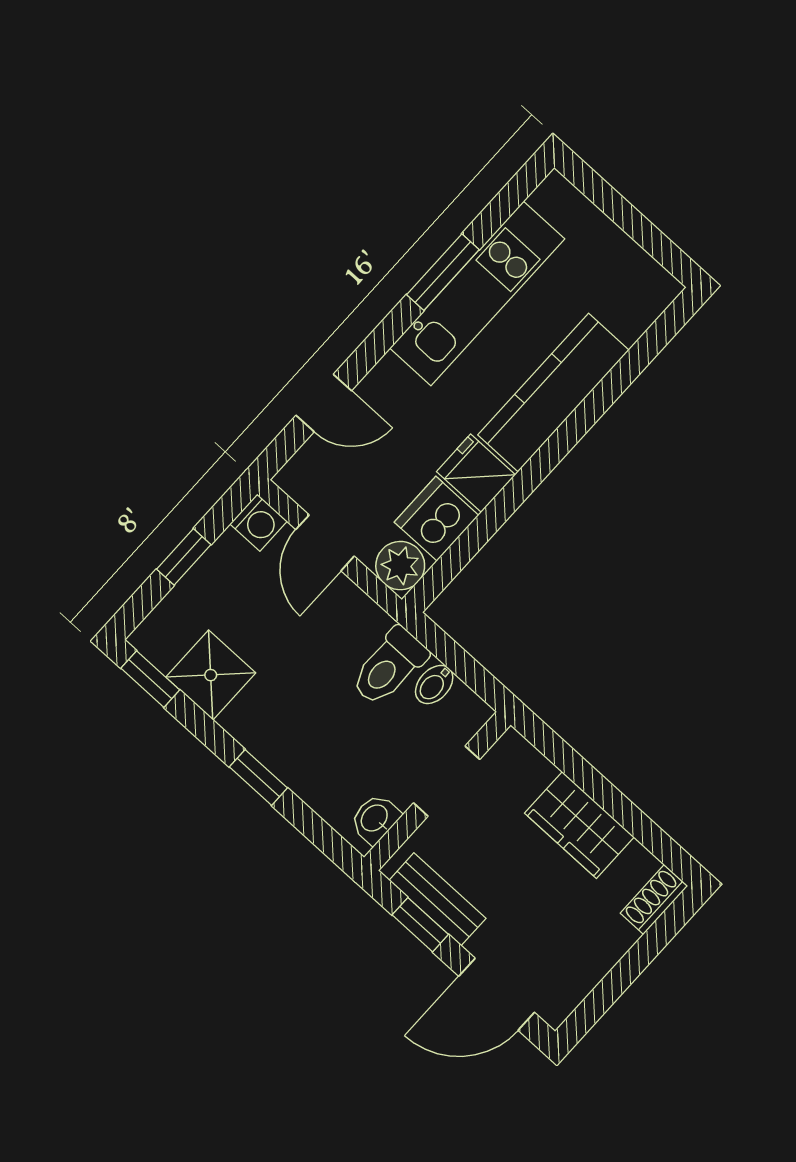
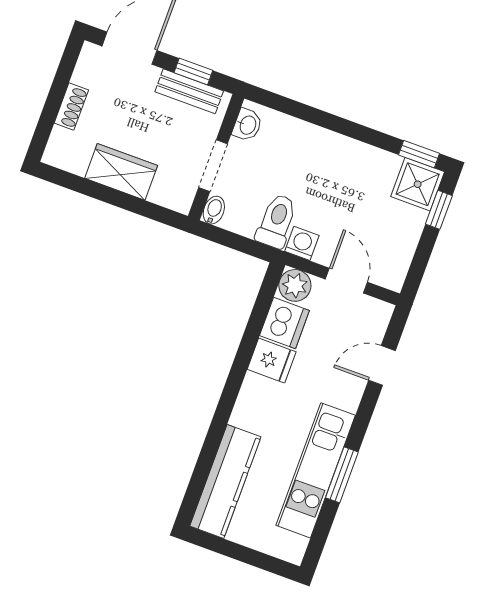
kitchen counter: (553, 393) -> (225, 481), moved
washing machine: (258, 523) -> (302, 243), moved, turned 90
window: (184, 557) -> (439, 210), moved
shower: (211, 675) -> (418, 184), moved
bidet: (434, 685) -> (214, 210), moved
window: (258, 777) -> (329, 121), removed
shoe rack: (654, 900) -> (71, 107), moved

